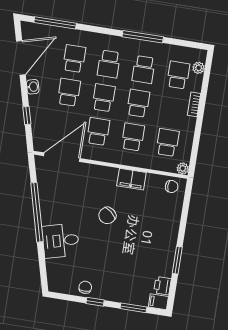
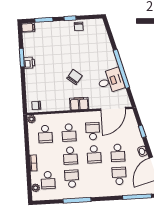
school desk: (74, 59) -> (119, 176), turned 180
school desk: (109, 64) -> (95, 177), removed
school desk: (98, 131) -> (93, 131), turned 180
filing cabinet: (131, 179) -> (79, 104), moved
desk: (61, 241) -> (111, 81), moved
printer: (162, 286) -> (29, 63), moved

